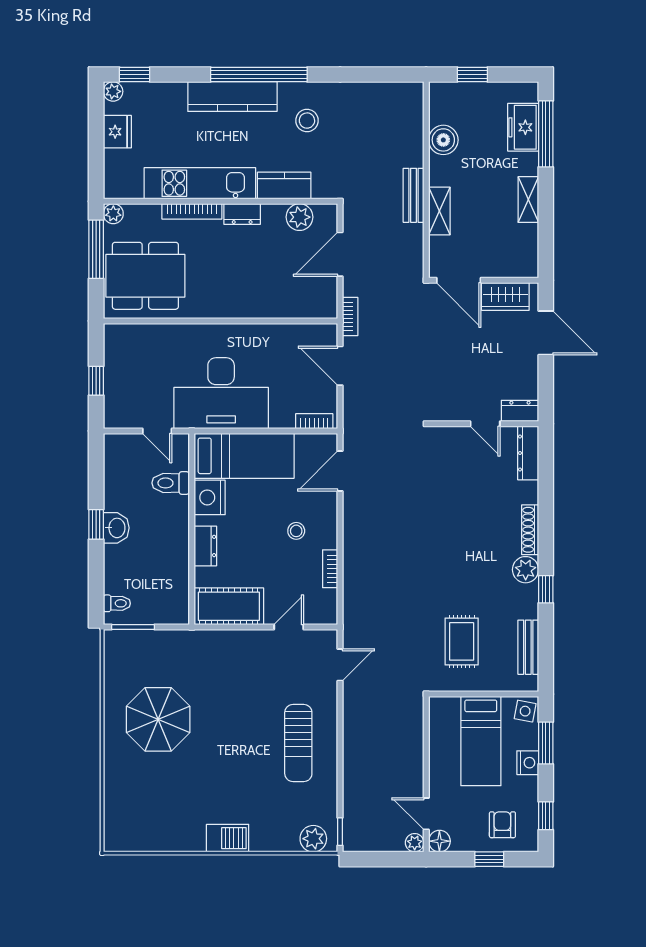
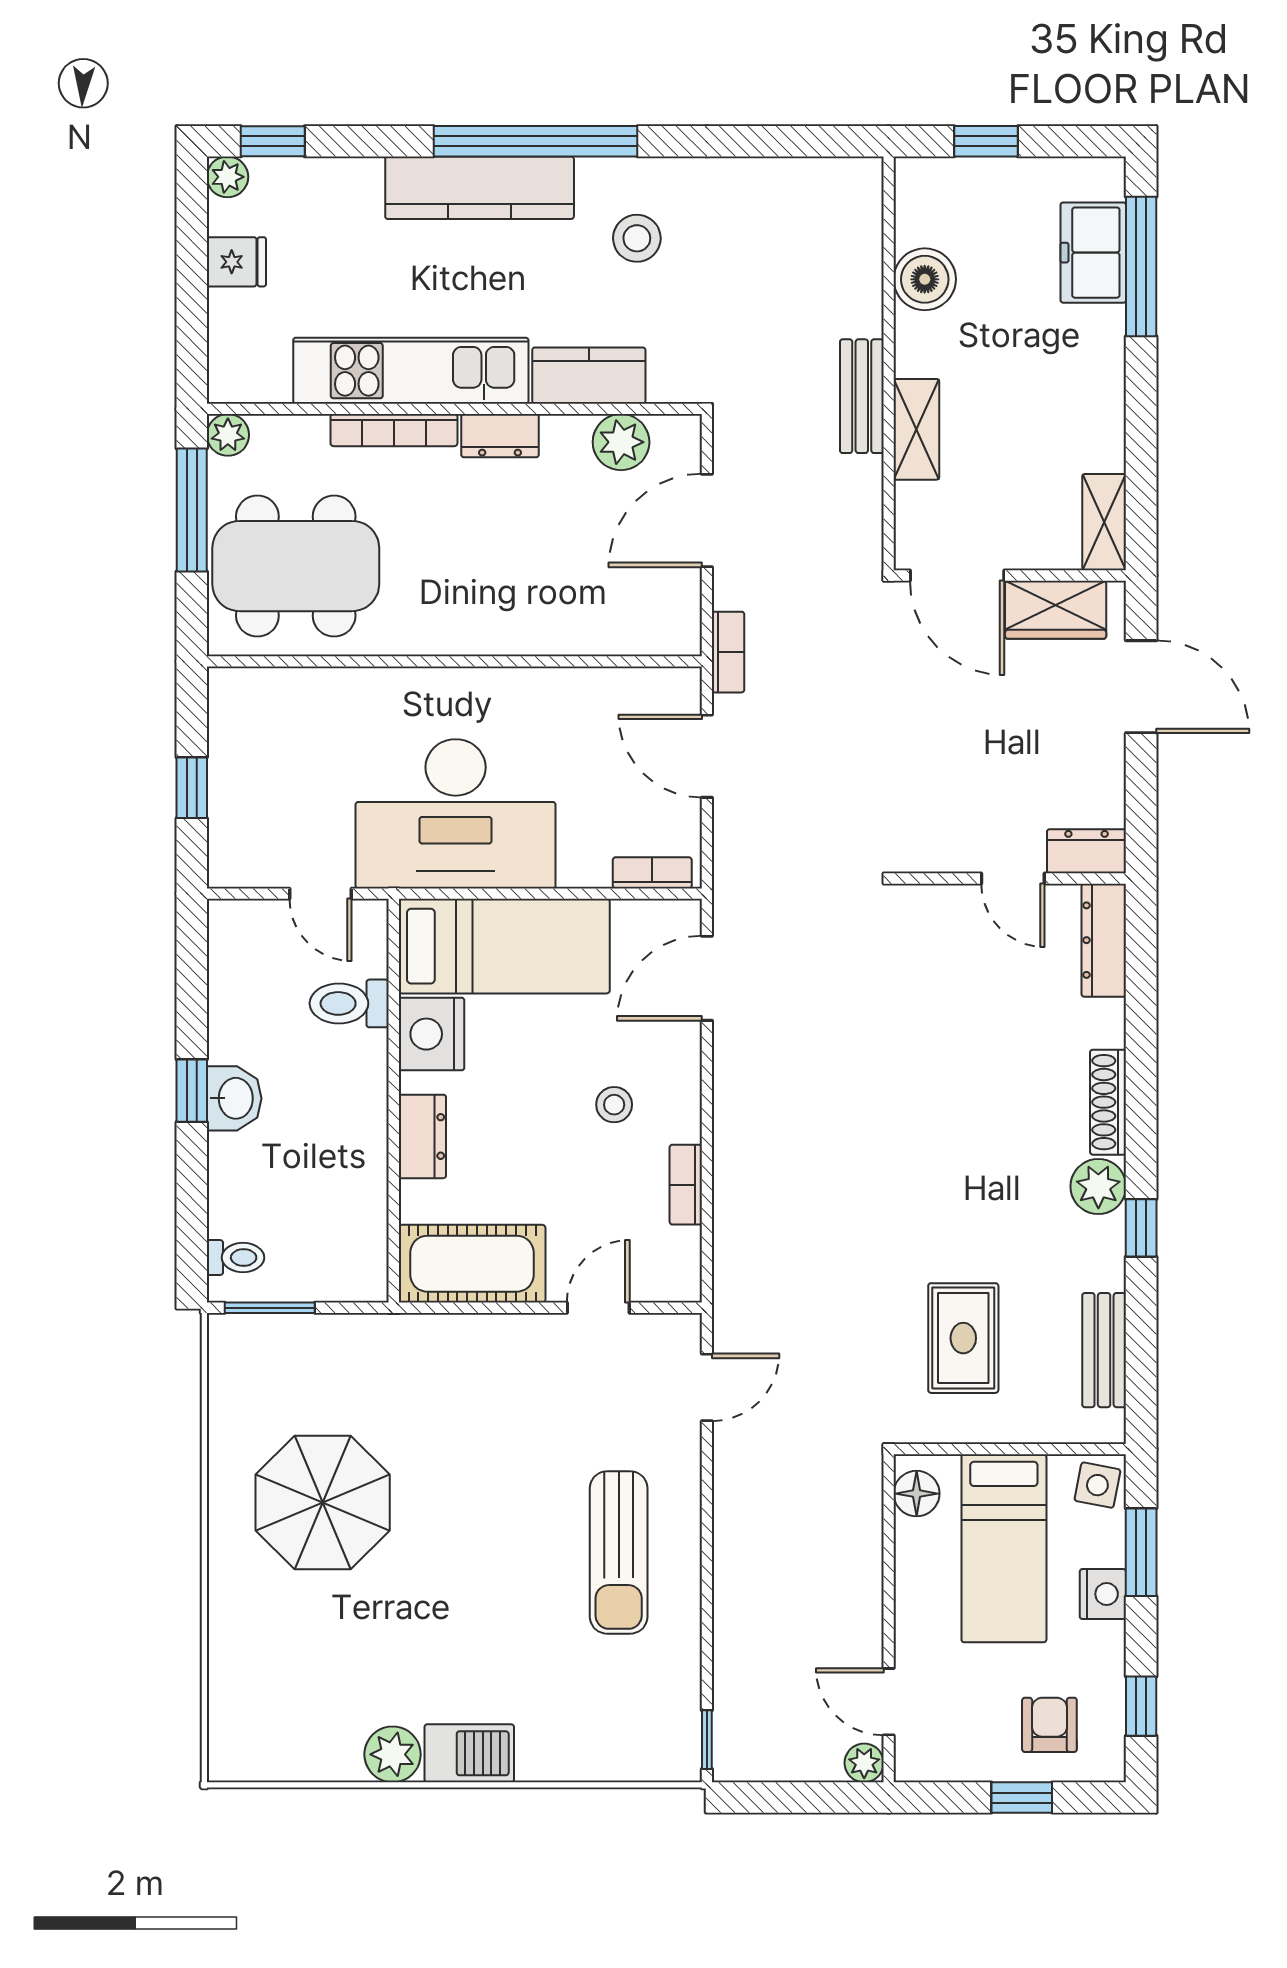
fridge: (117, 132) -> (236, 262), width x0.72
shelving: (528, 200) -> (1104, 522), moved
plant: (313, 839) -> (393, 1754), moved
floor lamp: (439, 841) -> (917, 1494), moved

